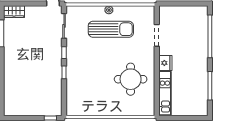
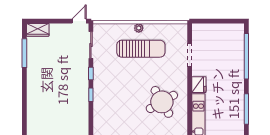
round table: (131, 79) -> (162, 102), turned -30

